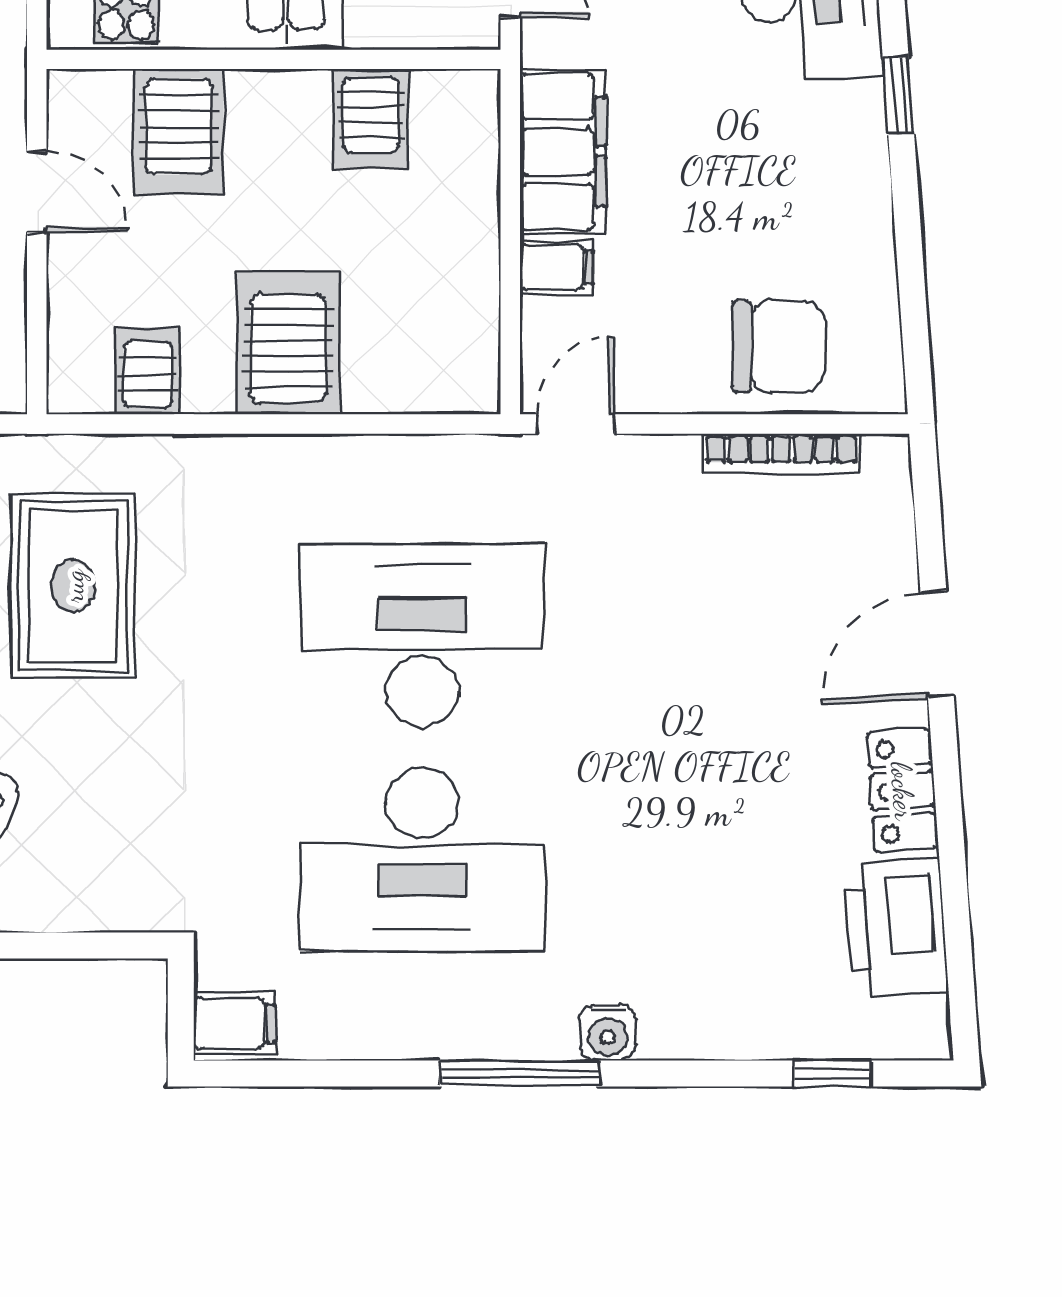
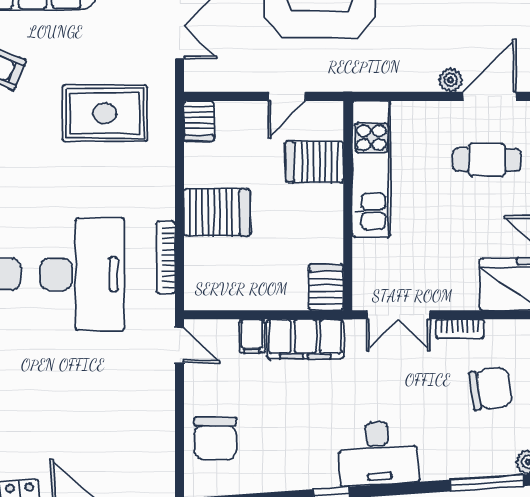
server rack: (371, 119) -> (326, 287), moved, turned 90
server rack: (148, 371) -> (199, 121), moved, turned 90
bookcase: (781, 454) -> (166, 257), moved

